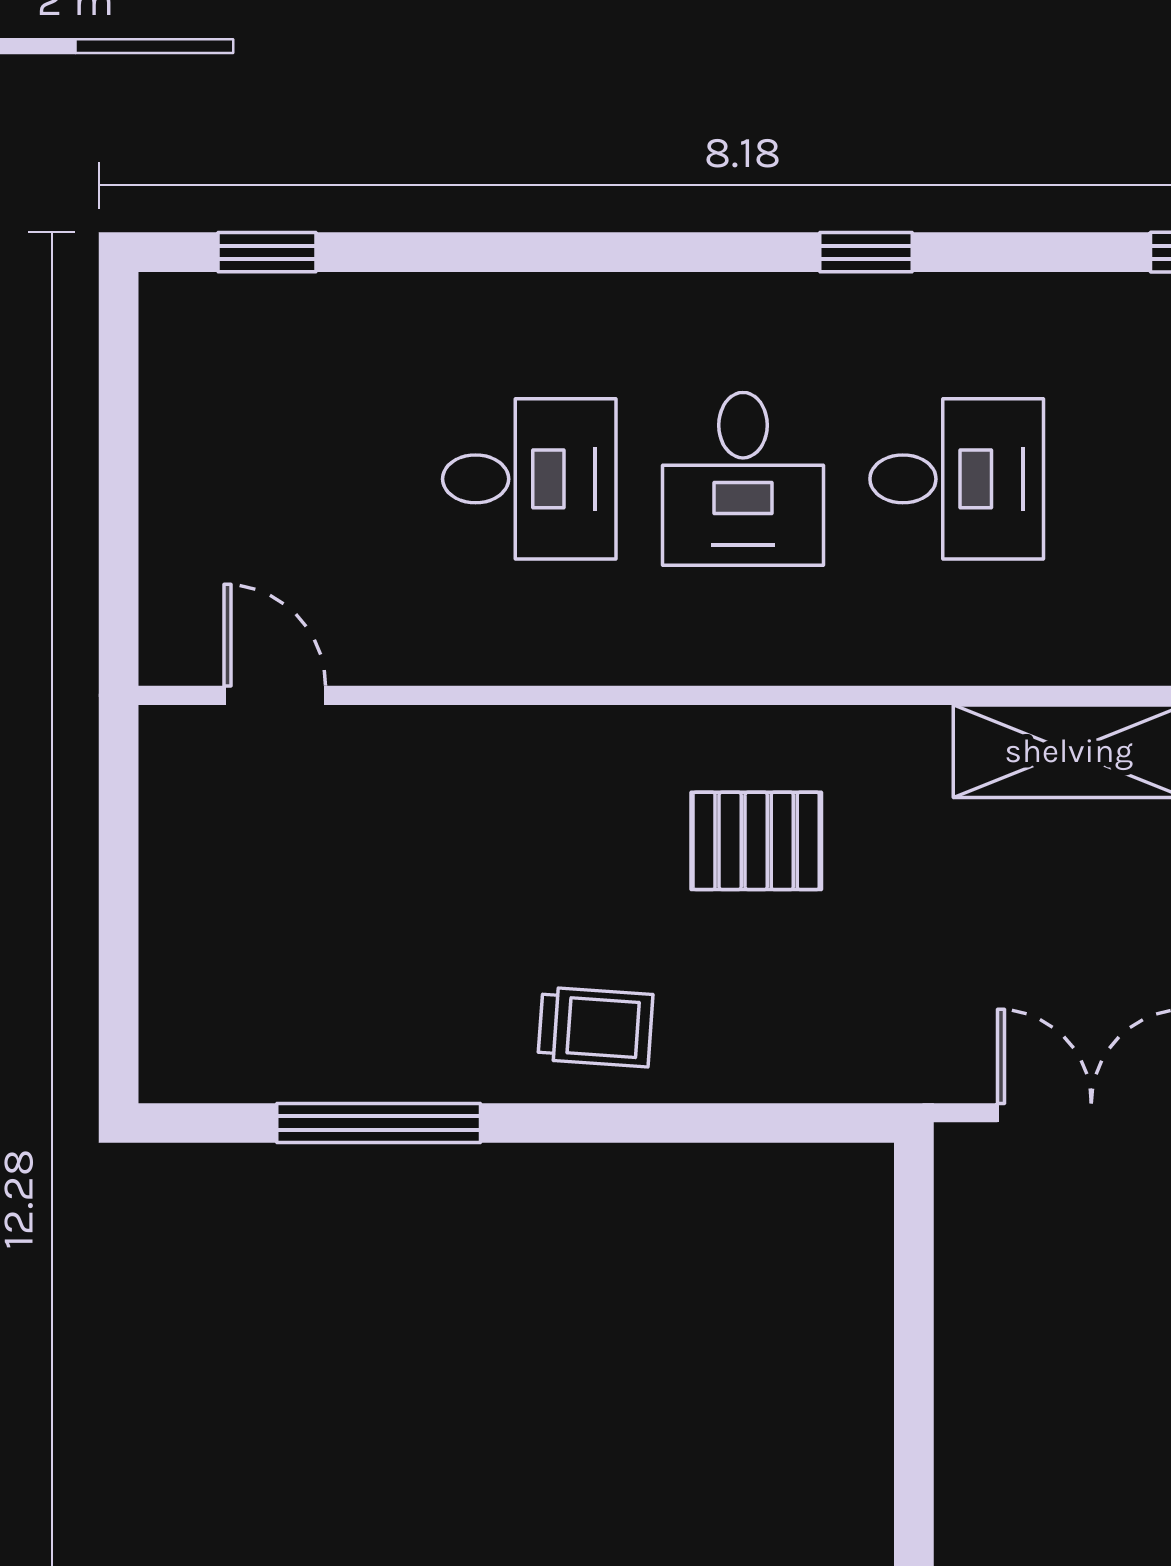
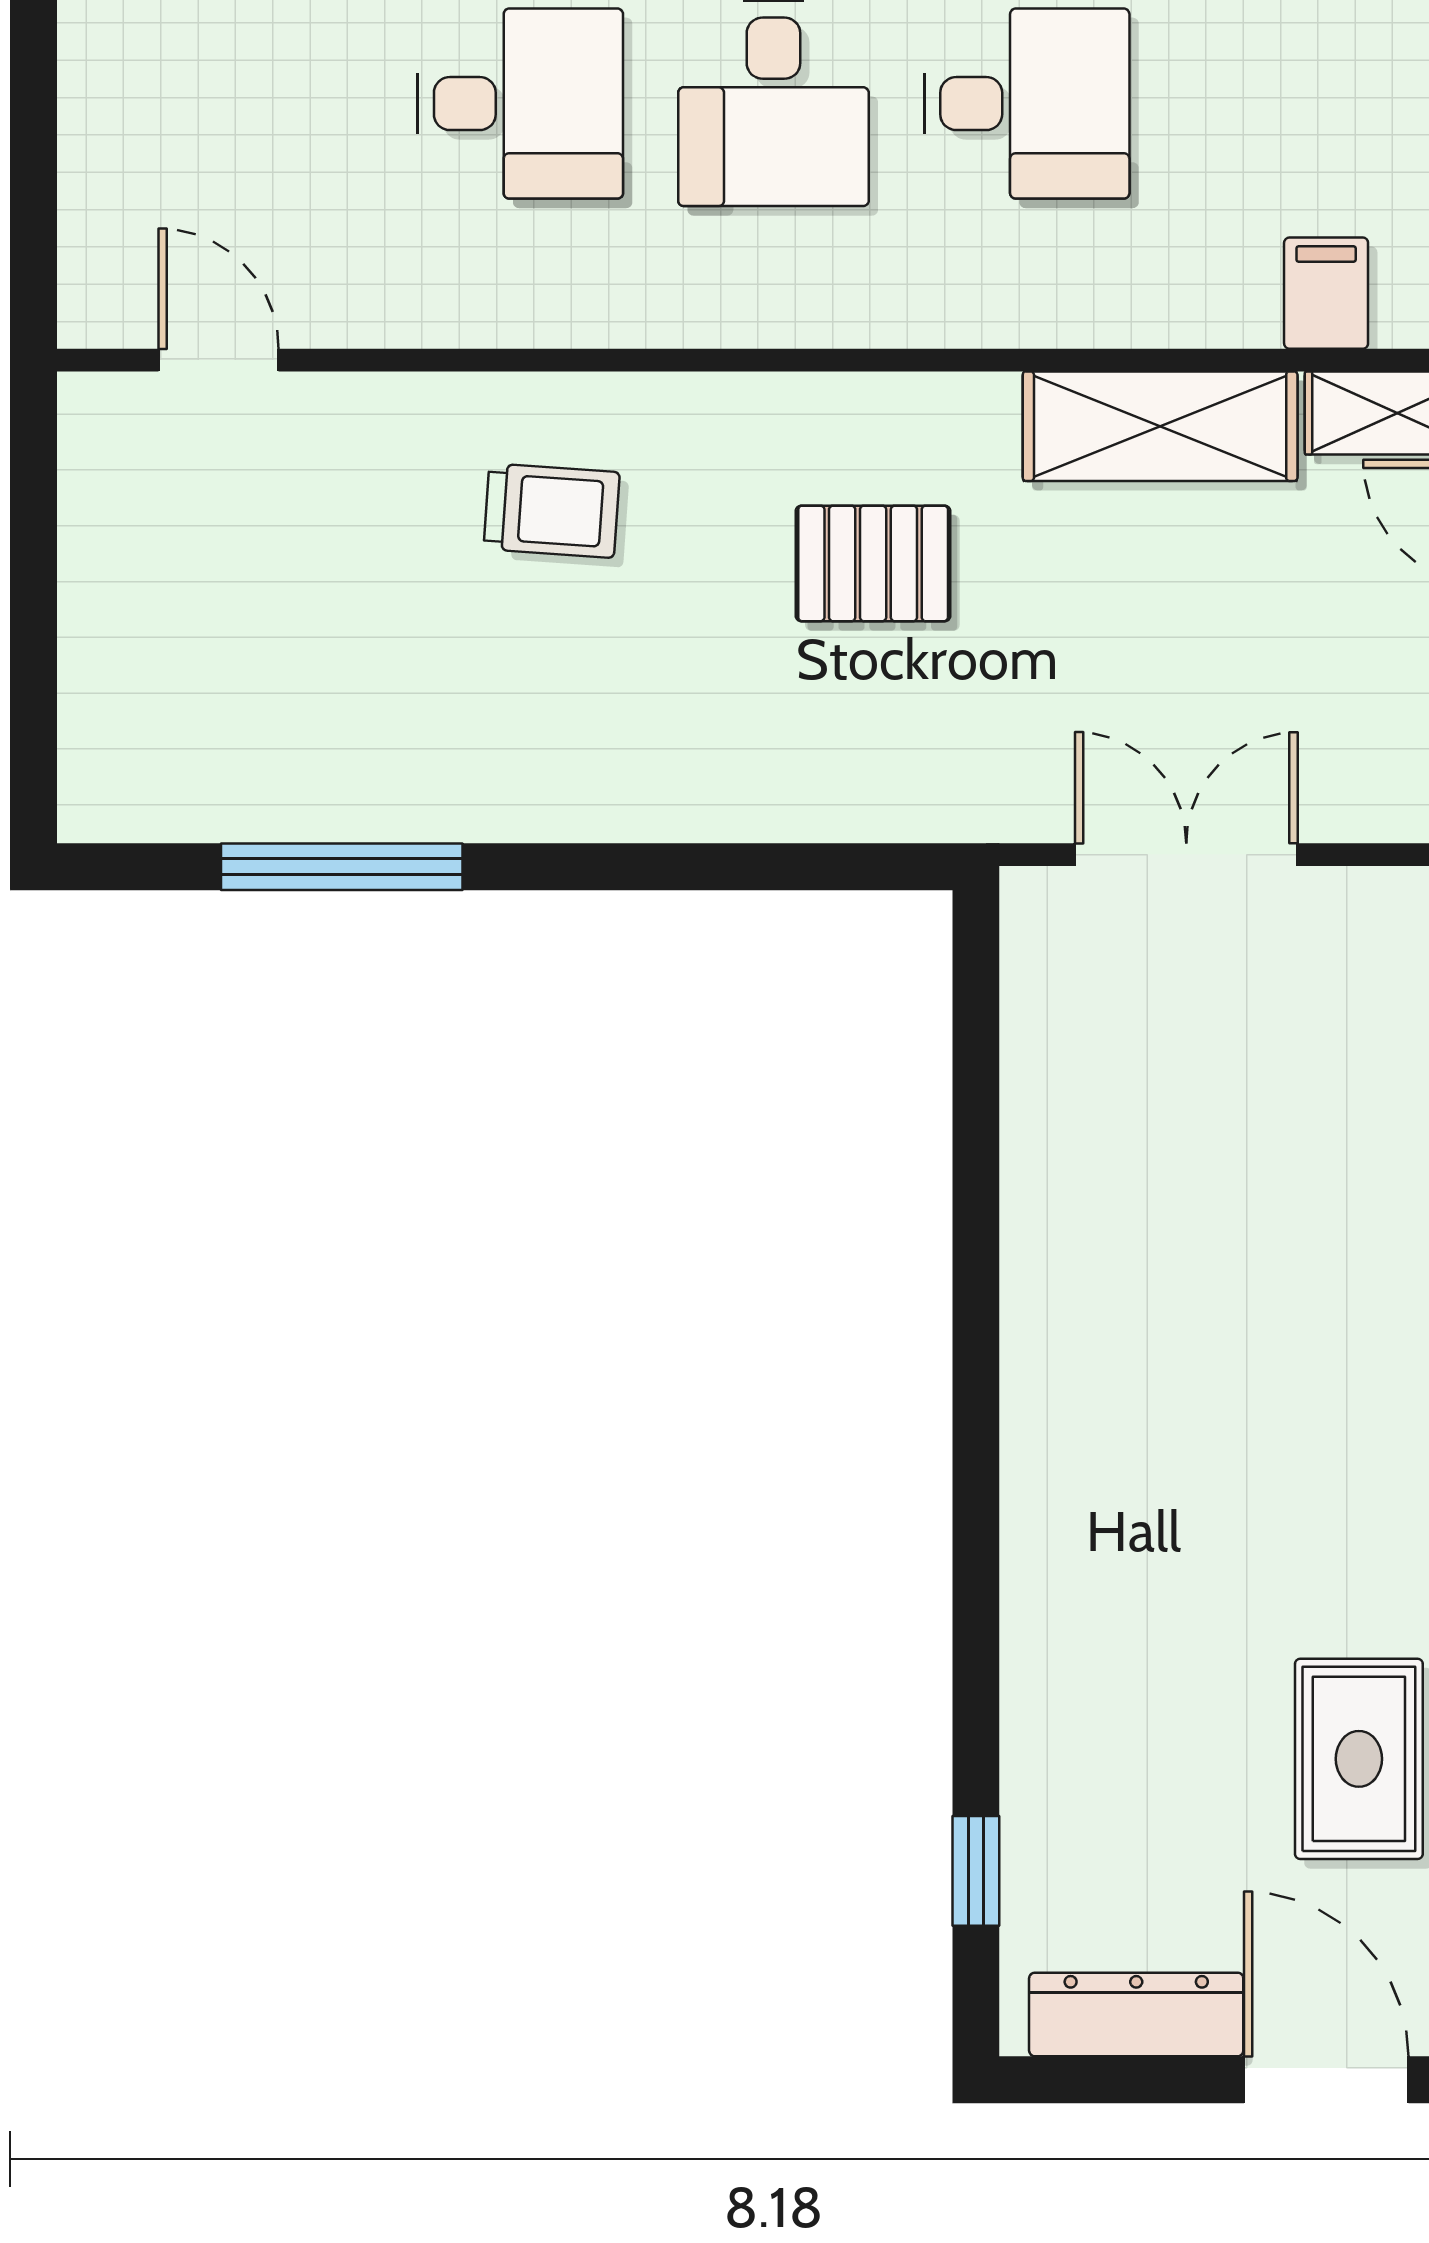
pallet: (756, 841) -> (873, 563), moved
trolley: (595, 1027) -> (552, 511), moved

